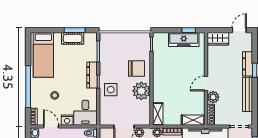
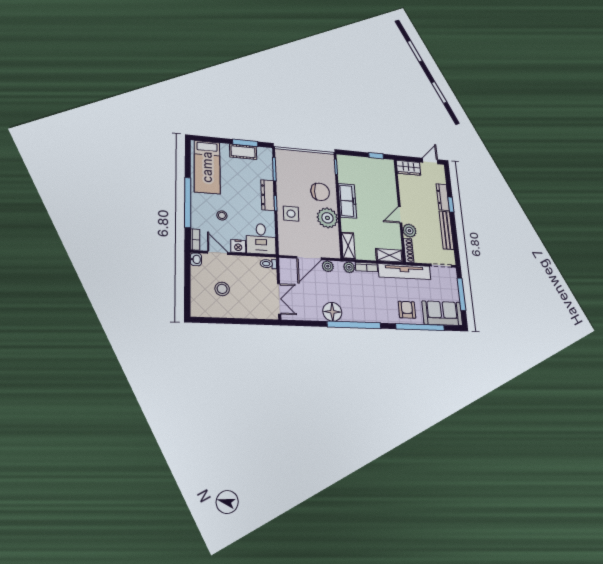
freezer: (184, 40) -> (347, 201), moved, turned -90

